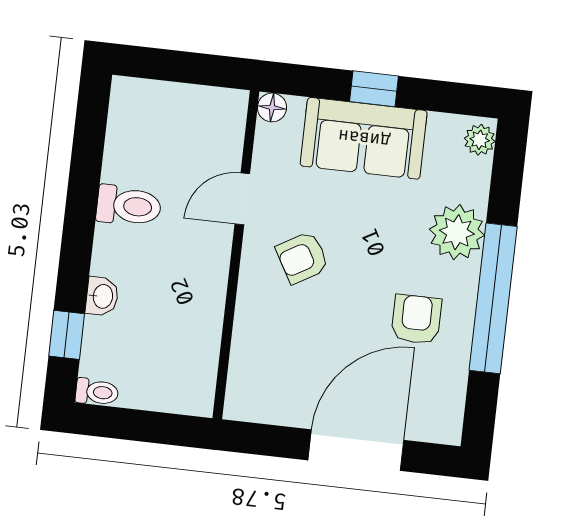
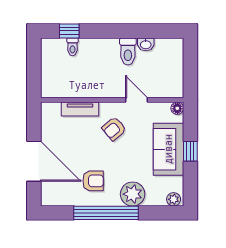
armchair: (302, 258) -> (114, 129), turned -100
washbasin: (102, 296) -> (146, 44), moved
tv unit: (248, 330) -> (80, 109), added
toilet: (97, 392) -> (73, 47), moved

